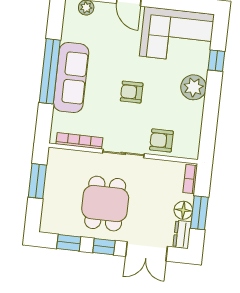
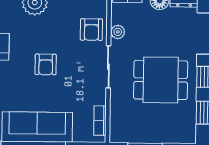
bookcase: (79, 141) -> (100, 121), width x0.64
plant: (157, 166) -> (118, 32), added

